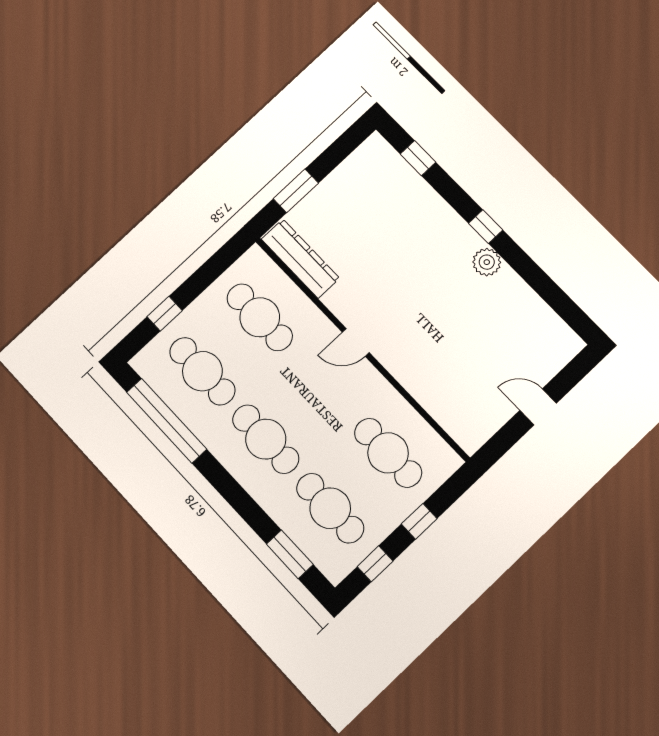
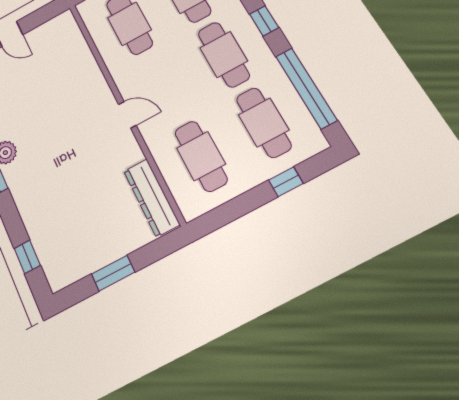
window: (296, 191) -> (113, 273), moved
window: (230, 490) -> (264, 21), added

